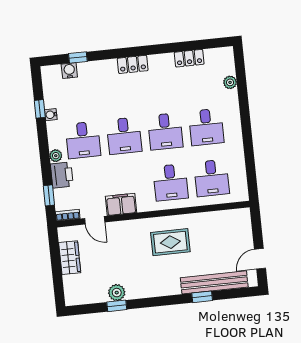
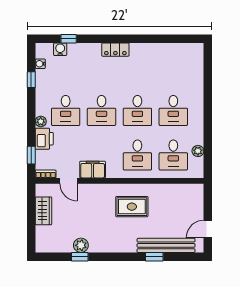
locker: (189, 58) -> (165, 49), removed
plant: (230, 82) -> (198, 151), moved
water cooler: (51, 115) -> (40, 64), moved

